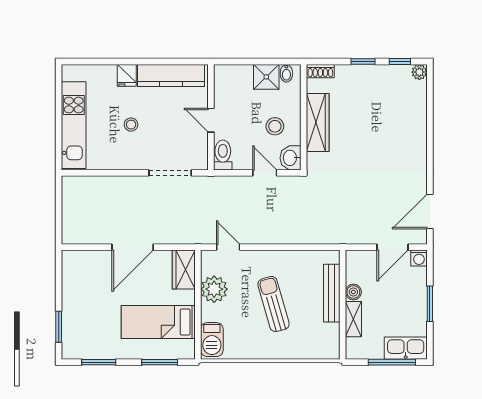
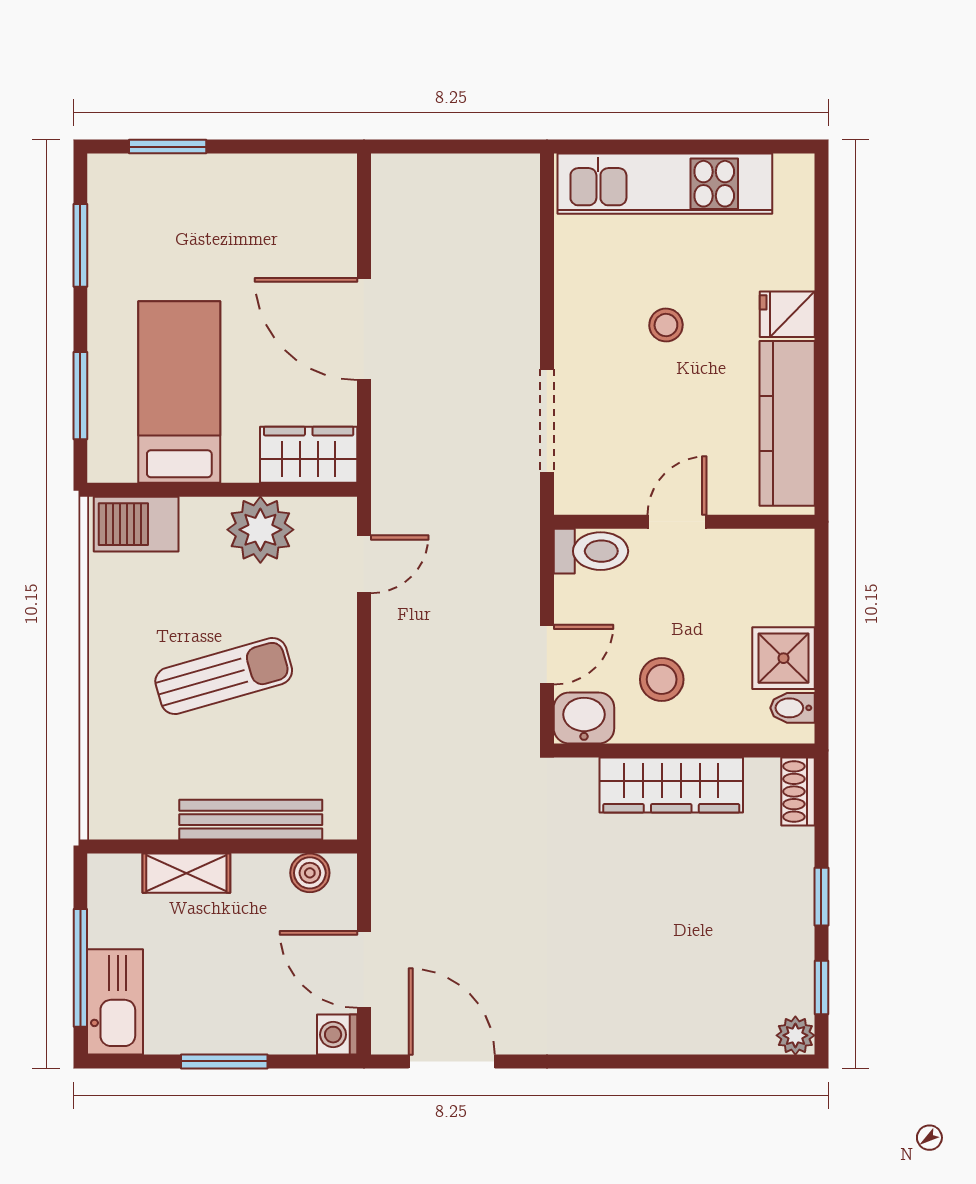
boiler: (353, 292) -> (310, 873), moved

